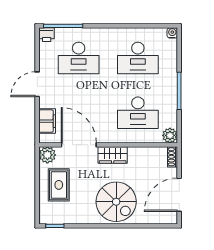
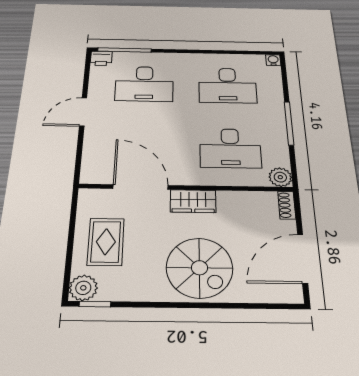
filing cabinet: (47, 121) -> (94, 156), removed
plant: (47, 155) -> (83, 288), moved

